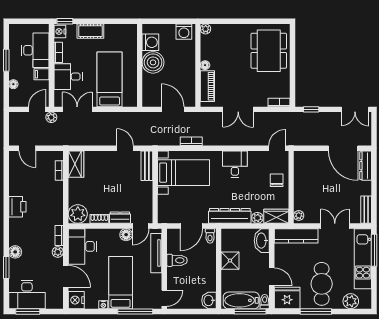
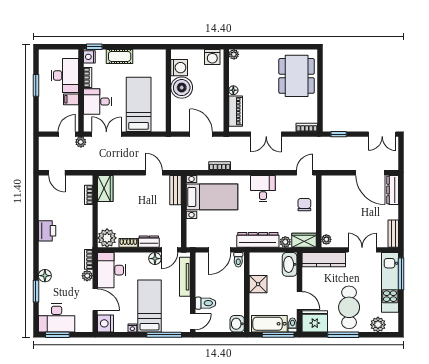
floor lamp: (13, 84) -> (43, 109), removed
toilet: (177, 260) -> (205, 303), moved

